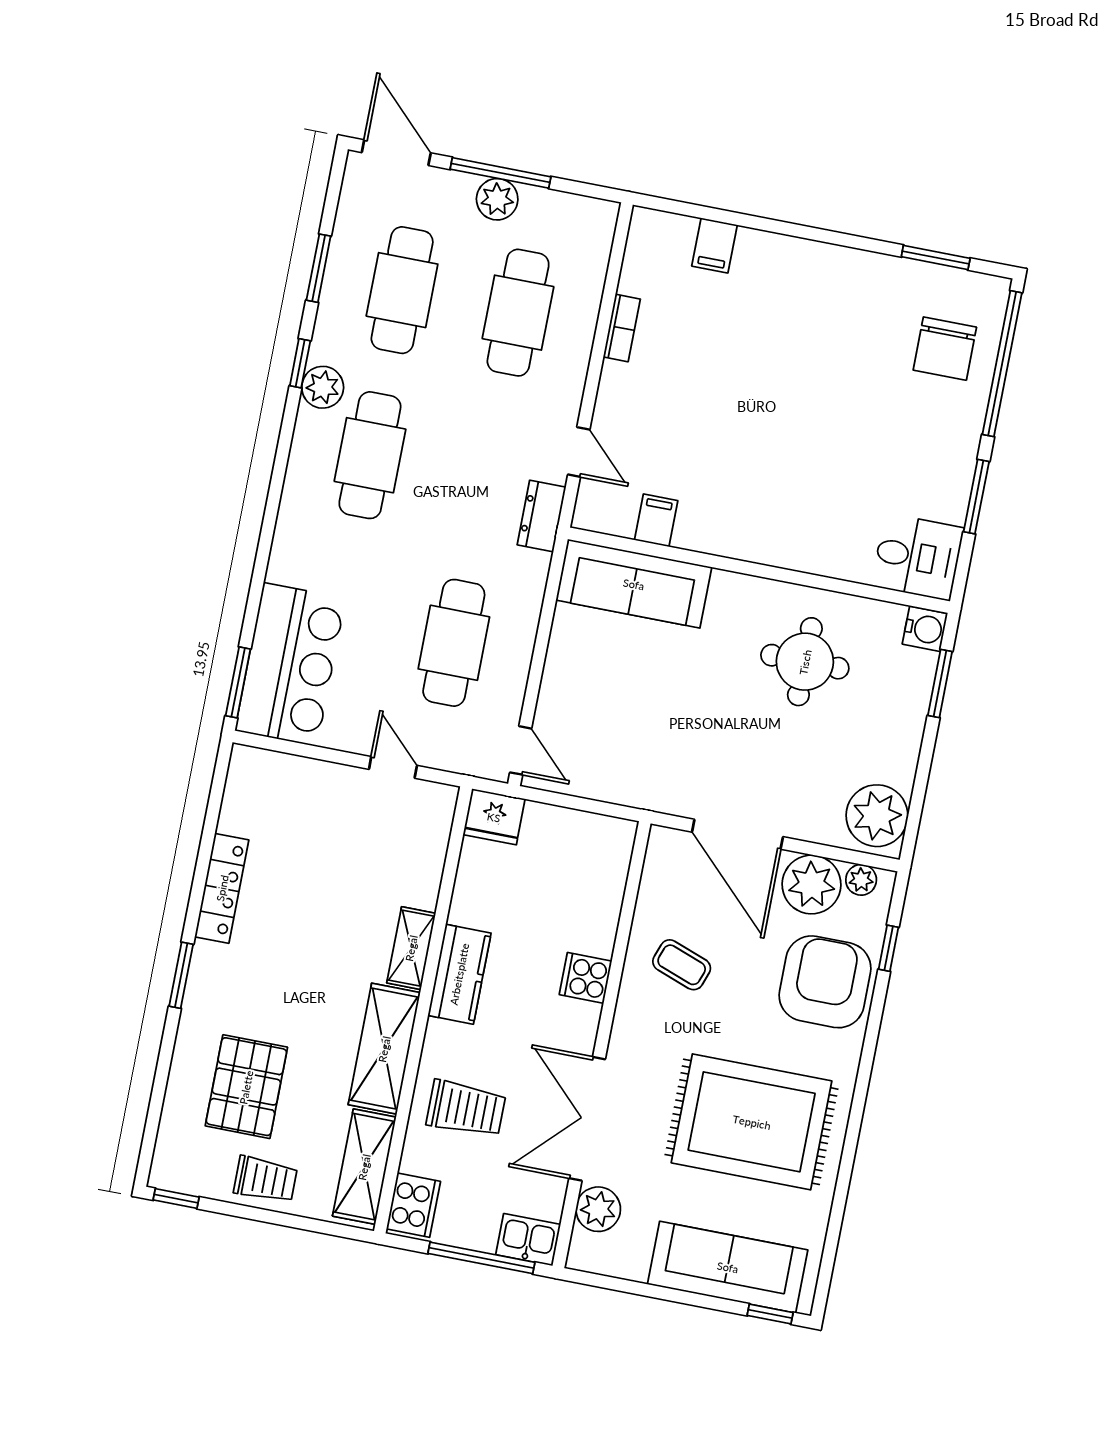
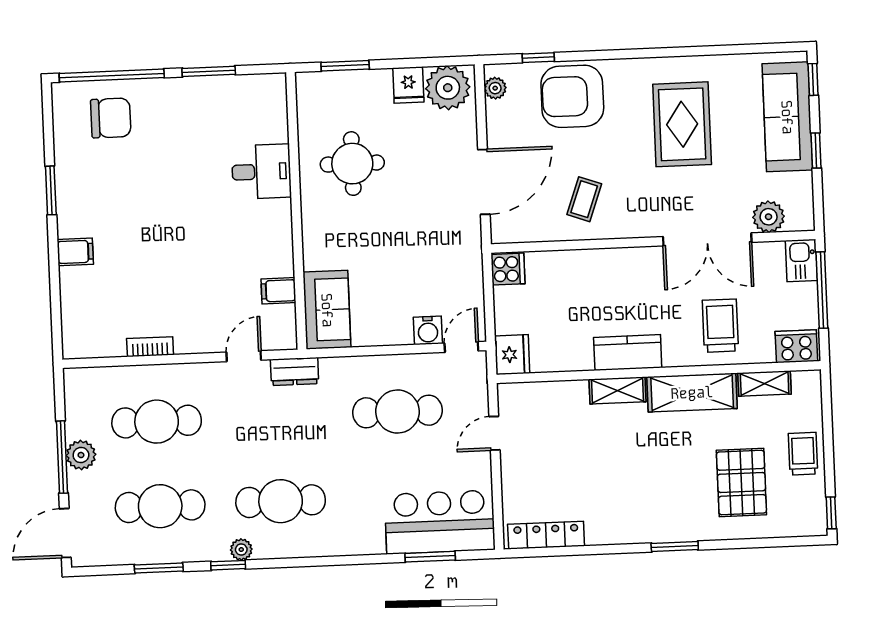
filing cabinet: (715, 245) -> (75, 252), moved
window: (936, 257) -> (51, 190), moved
plant: (323, 387) -> (241, 550), width x0.73, depth x0.73
desk: (917, 557) -> (261, 172), moved, turned 90
sofa: (634, 584) -> (327, 310), width x0.73
water cooler: (925, 629) -> (428, 330), moved, turned 180
window: (238, 682) -> (430, 557), moved
fridge: (893, 763) -> (408, 85), added
plant: (812, 885) -> (507, 122), removed
locker: (222, 888) -> (546, 535), moved
cooker: (586, 978) -> (508, 269), moved, turned -90
pallet: (246, 1087) -> (741, 482), turned 90
rug: (752, 1122) -> (682, 124), width x0.73, depth x0.69
shelving: (364, 1167) -> (765, 384), width x0.67, depth x0.75
window: (673, 1295) -> (816, 150), added

